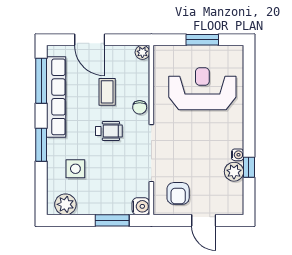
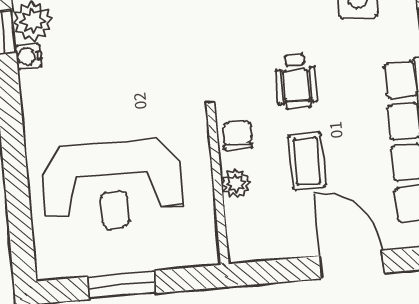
plant: (142, 52) -> (236, 183), moved
wheelchair: (109, 131) -> (296, 81), turned -90

